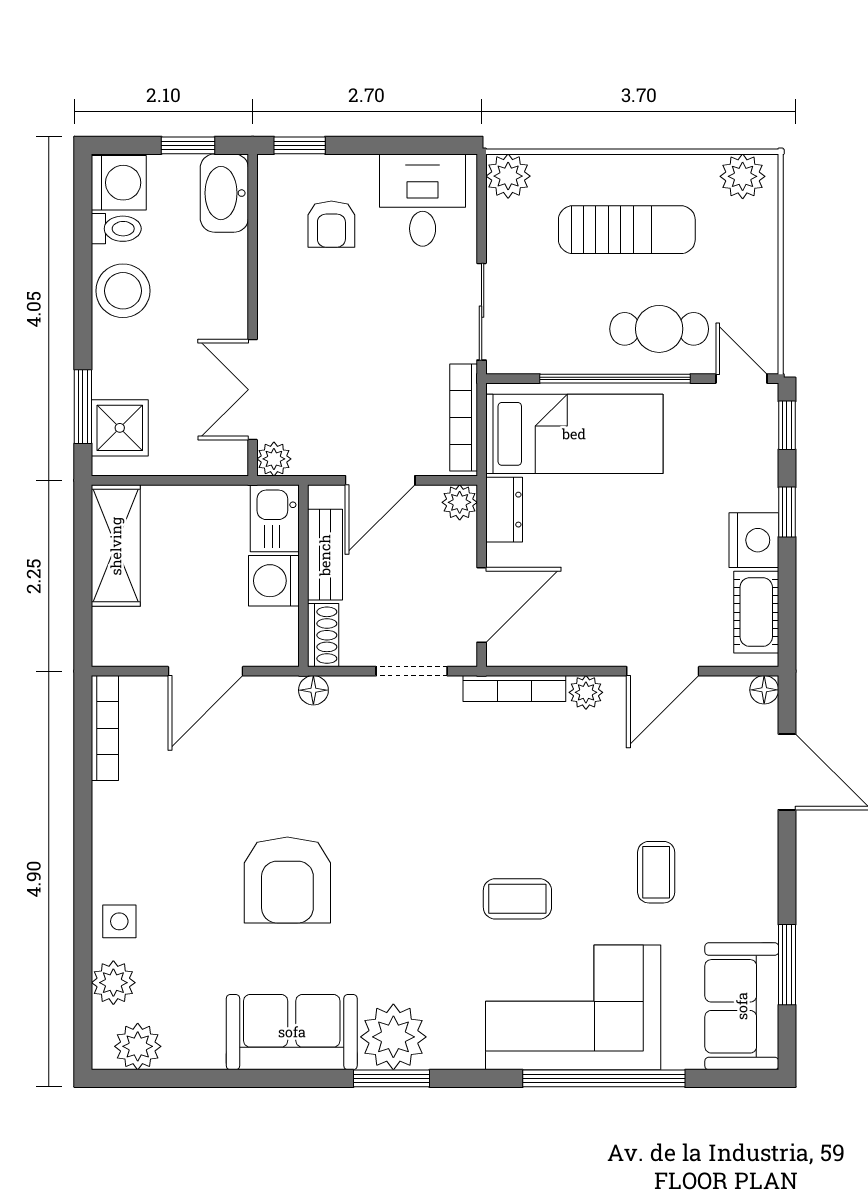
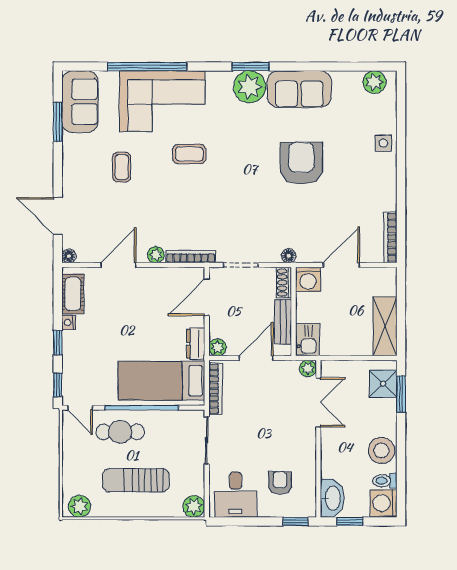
nightstand: (754, 540) -> (69, 323), width x0.53, depth x0.56
washing machine: (274, 581) -> (308, 279), moved, turned 90
plant: (113, 983) -> (386, 113), removed

